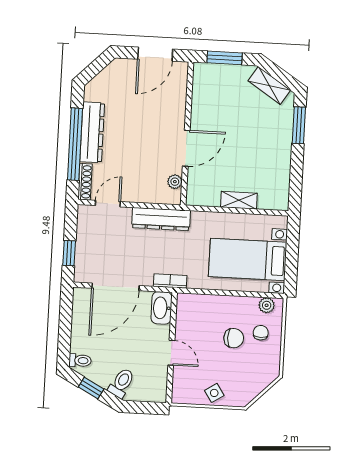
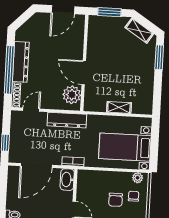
door: (186, 148) -> (84, 73), swing flipped
plant: (175, 182) -> (72, 95), width x1.88, depth x1.88
chair: (234, 338) -> (116, 200), turned 90

